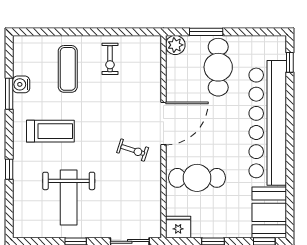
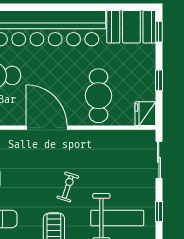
exercise bike: (133, 150) -> (68, 187), moved

